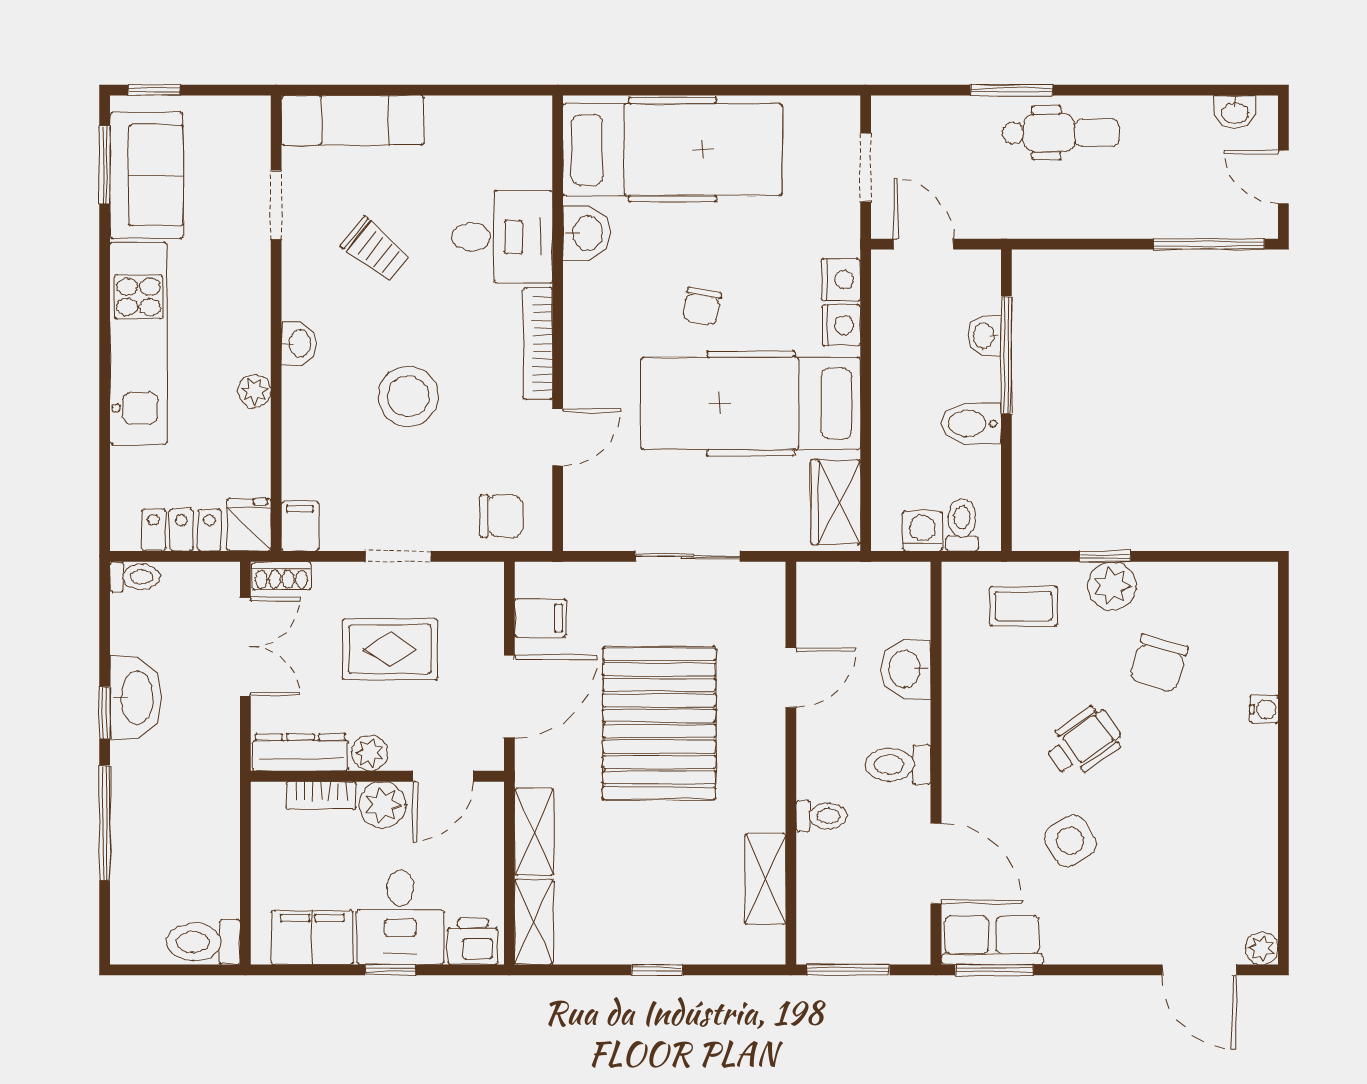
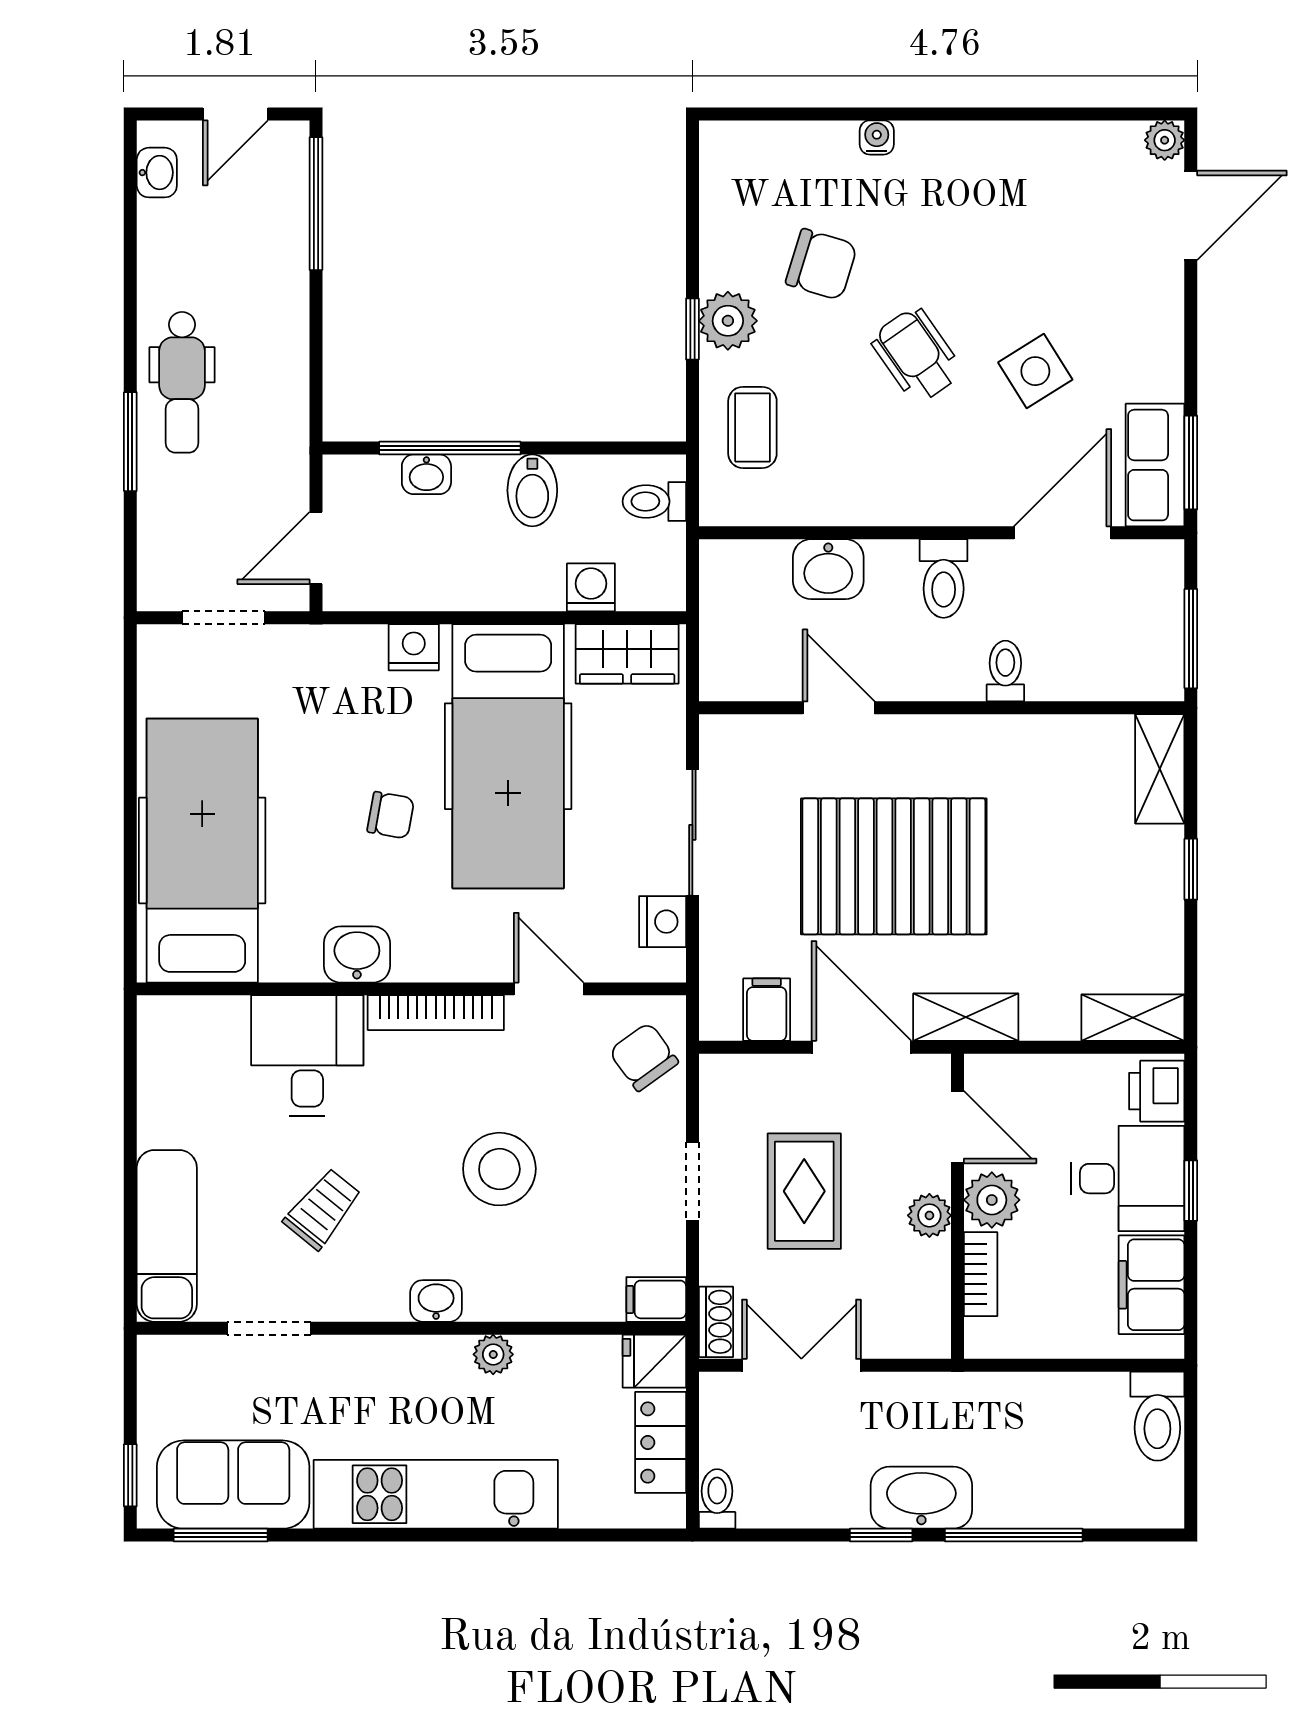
dental chair: (1061, 133) -> (182, 382), turned 180
washbasin: (586, 233) -> (357, 954), moved
nightstand: (841, 280) -> (663, 922), moved, turned 90
chair: (501, 516) -> (644, 1057), turned -36
washing machine: (922, 531) -> (591, 587), moved, turned 90
washbasin: (136, 698) -> (921, 1498), moved
dresser: (301, 752) -> (929, 1299), removed
shelving: (534, 832) -> (966, 1017), moved
shelving: (765, 879) -> (1160, 769), moved, turned 90

